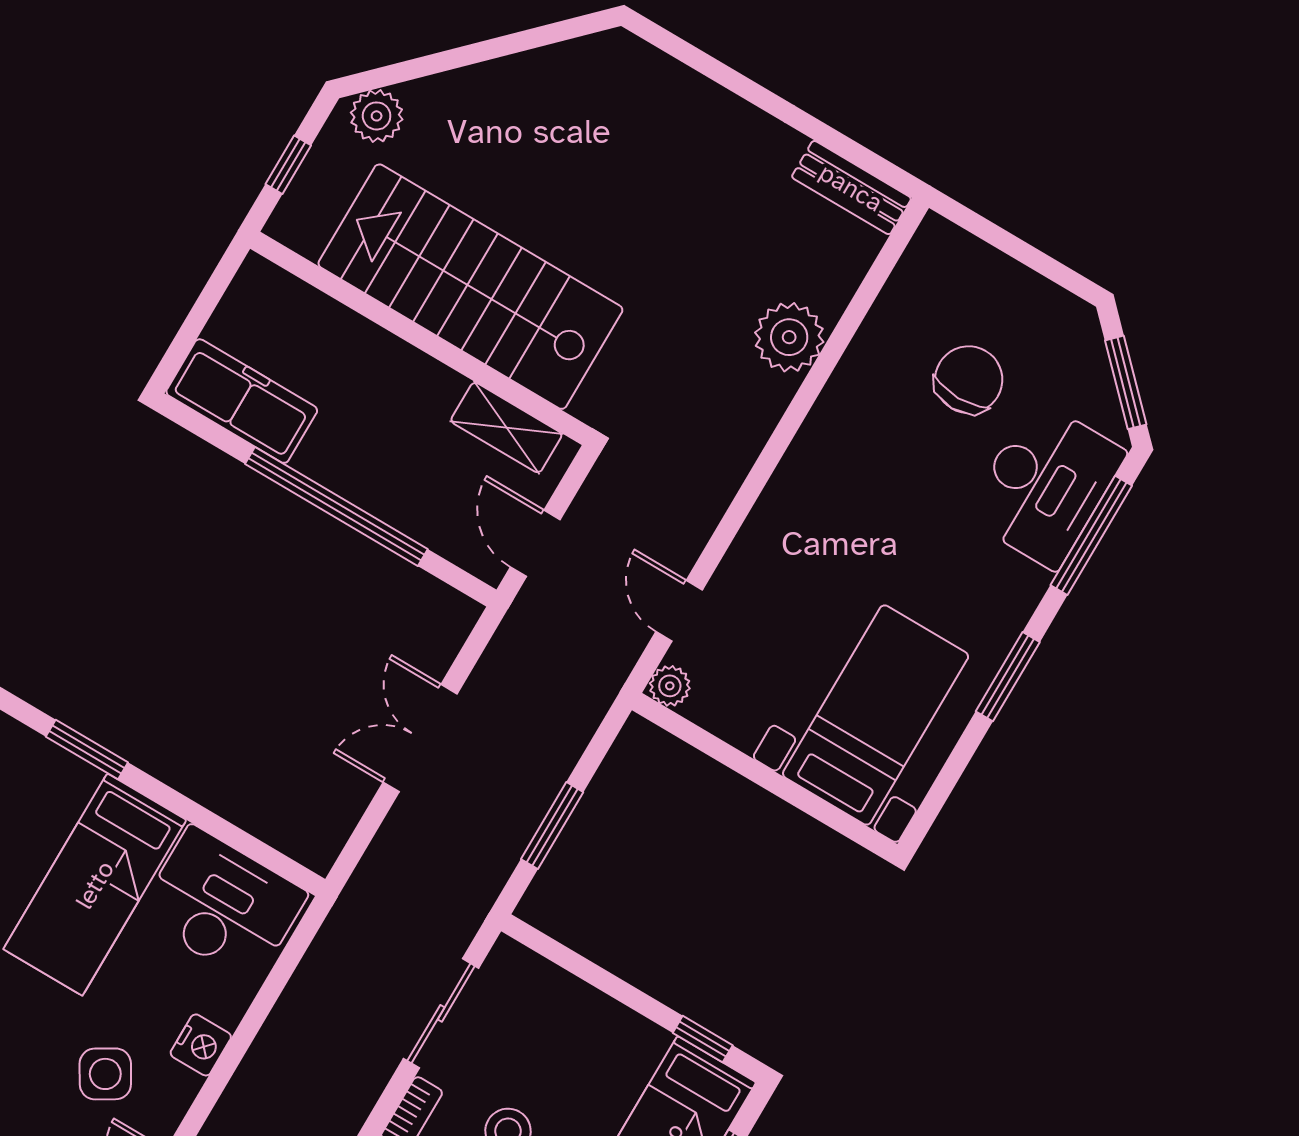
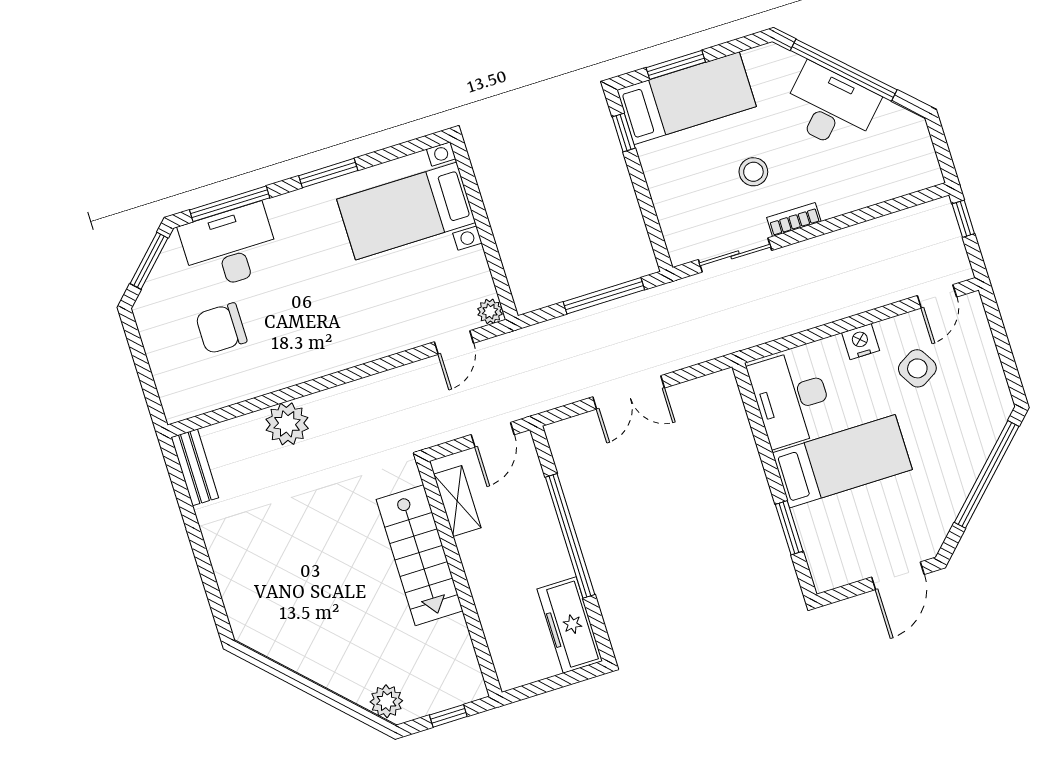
stairs: (470, 287) -> (420, 555), width x0.73, depth x0.66
window: (552, 826) -> (604, 296), width x1.44

